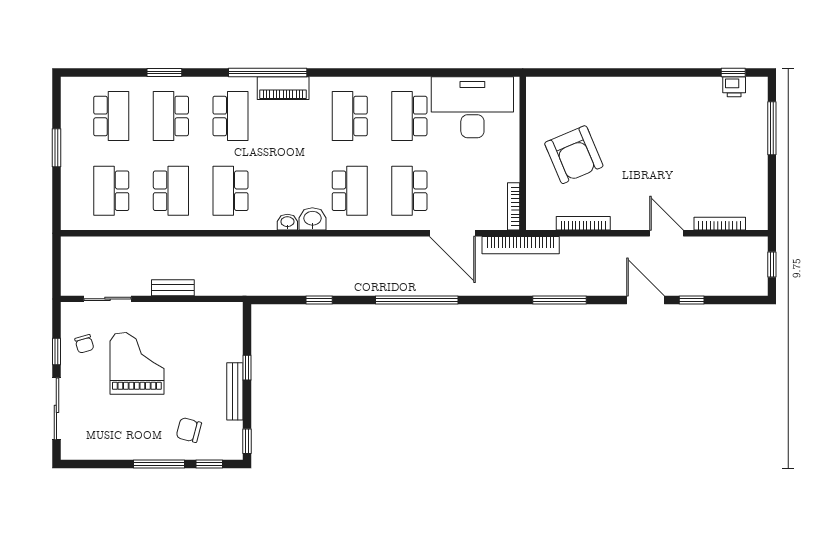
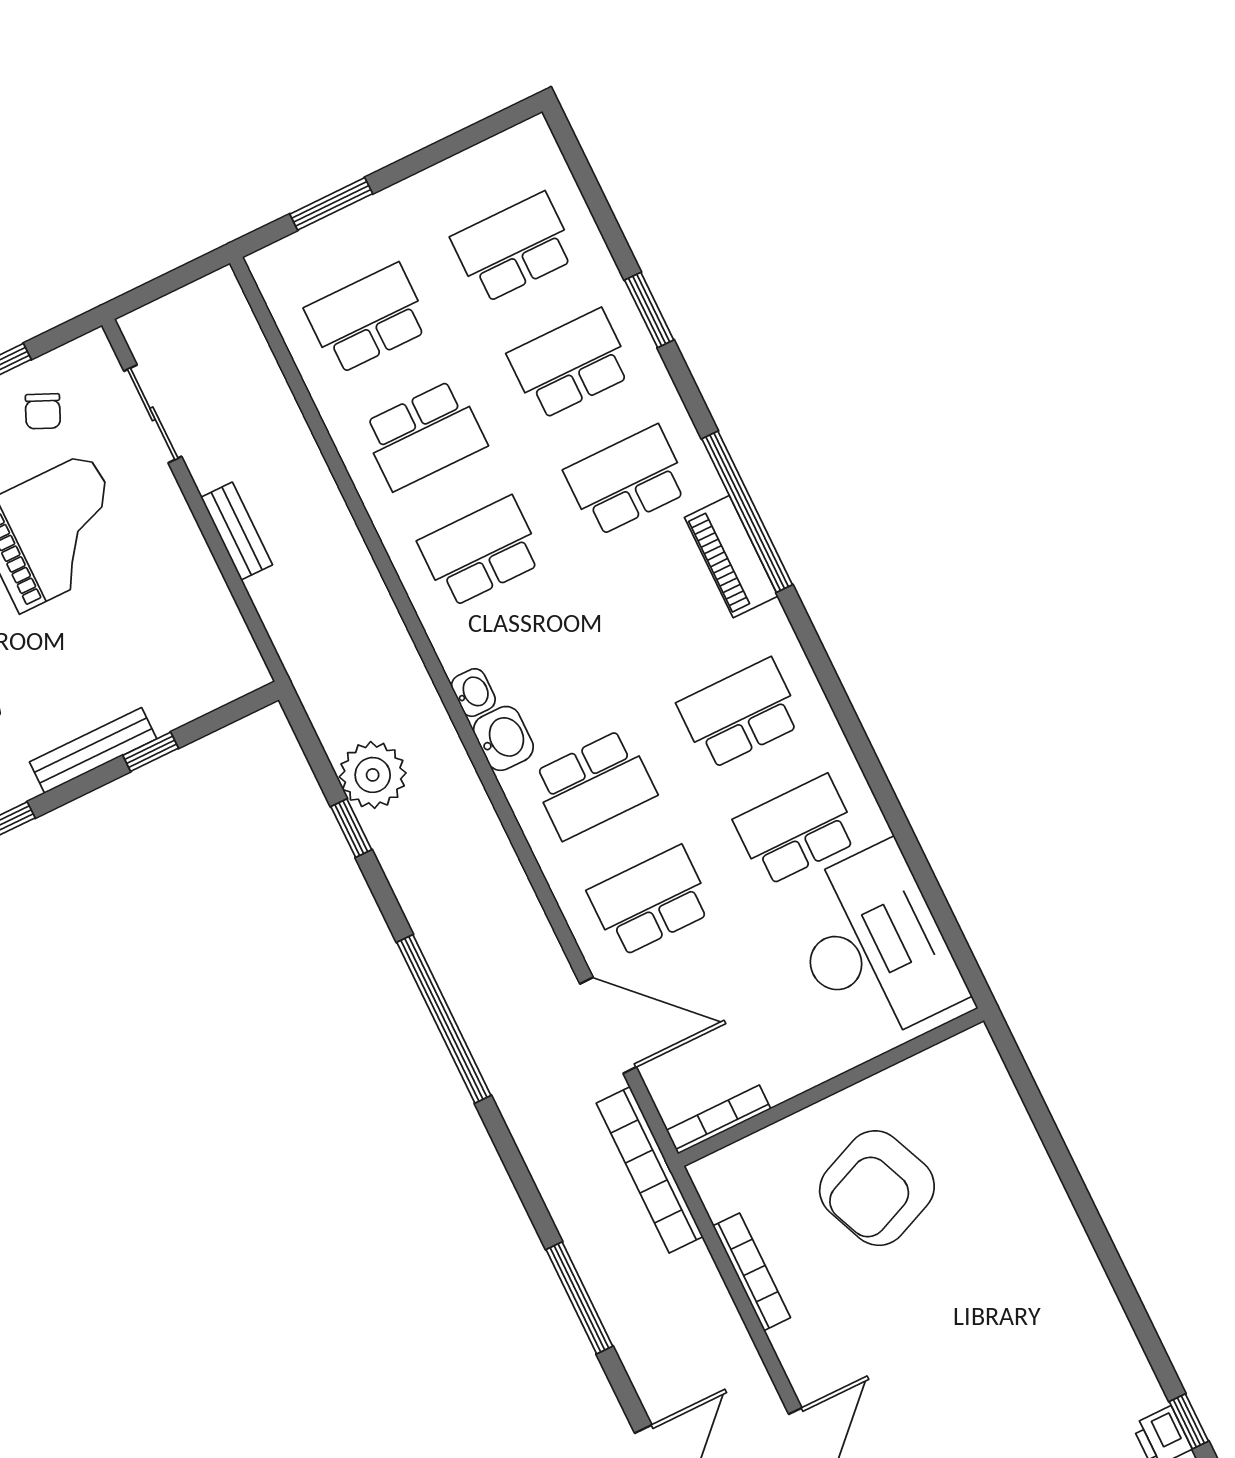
school desk: (111, 116) -> (514, 248), turned 180
school desk: (231, 116) -> (627, 481), turned 180
window: (56, 148) -> (331, 204), moved
door: (452, 233) -> (608, 1025), swing flipped
plant: (301, 280) -> (373, 775), added
chair: (84, 344) -> (43, 411), turned -50

